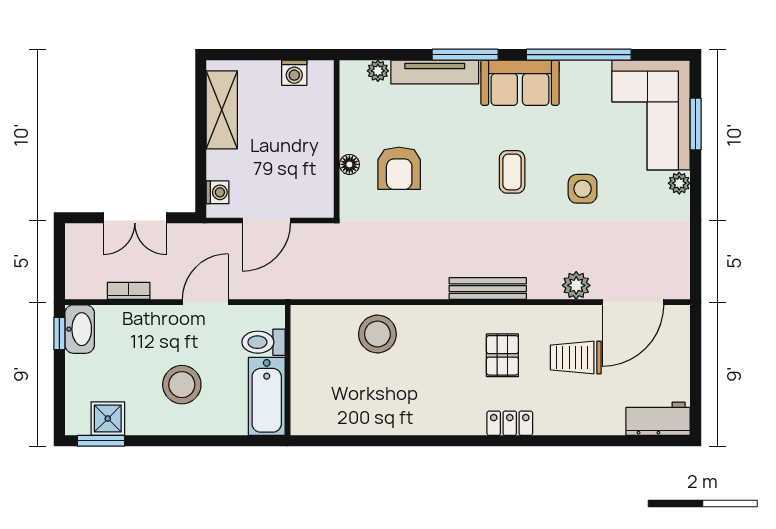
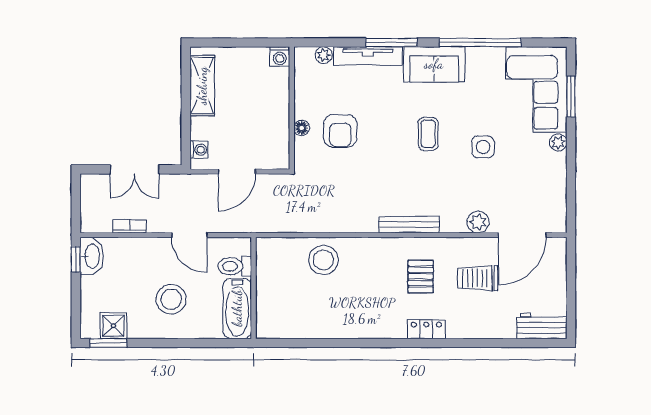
washing machine: (294, 73) -> (280, 57), moved
door: (205, 302) -> (189, 235), swing flipped

